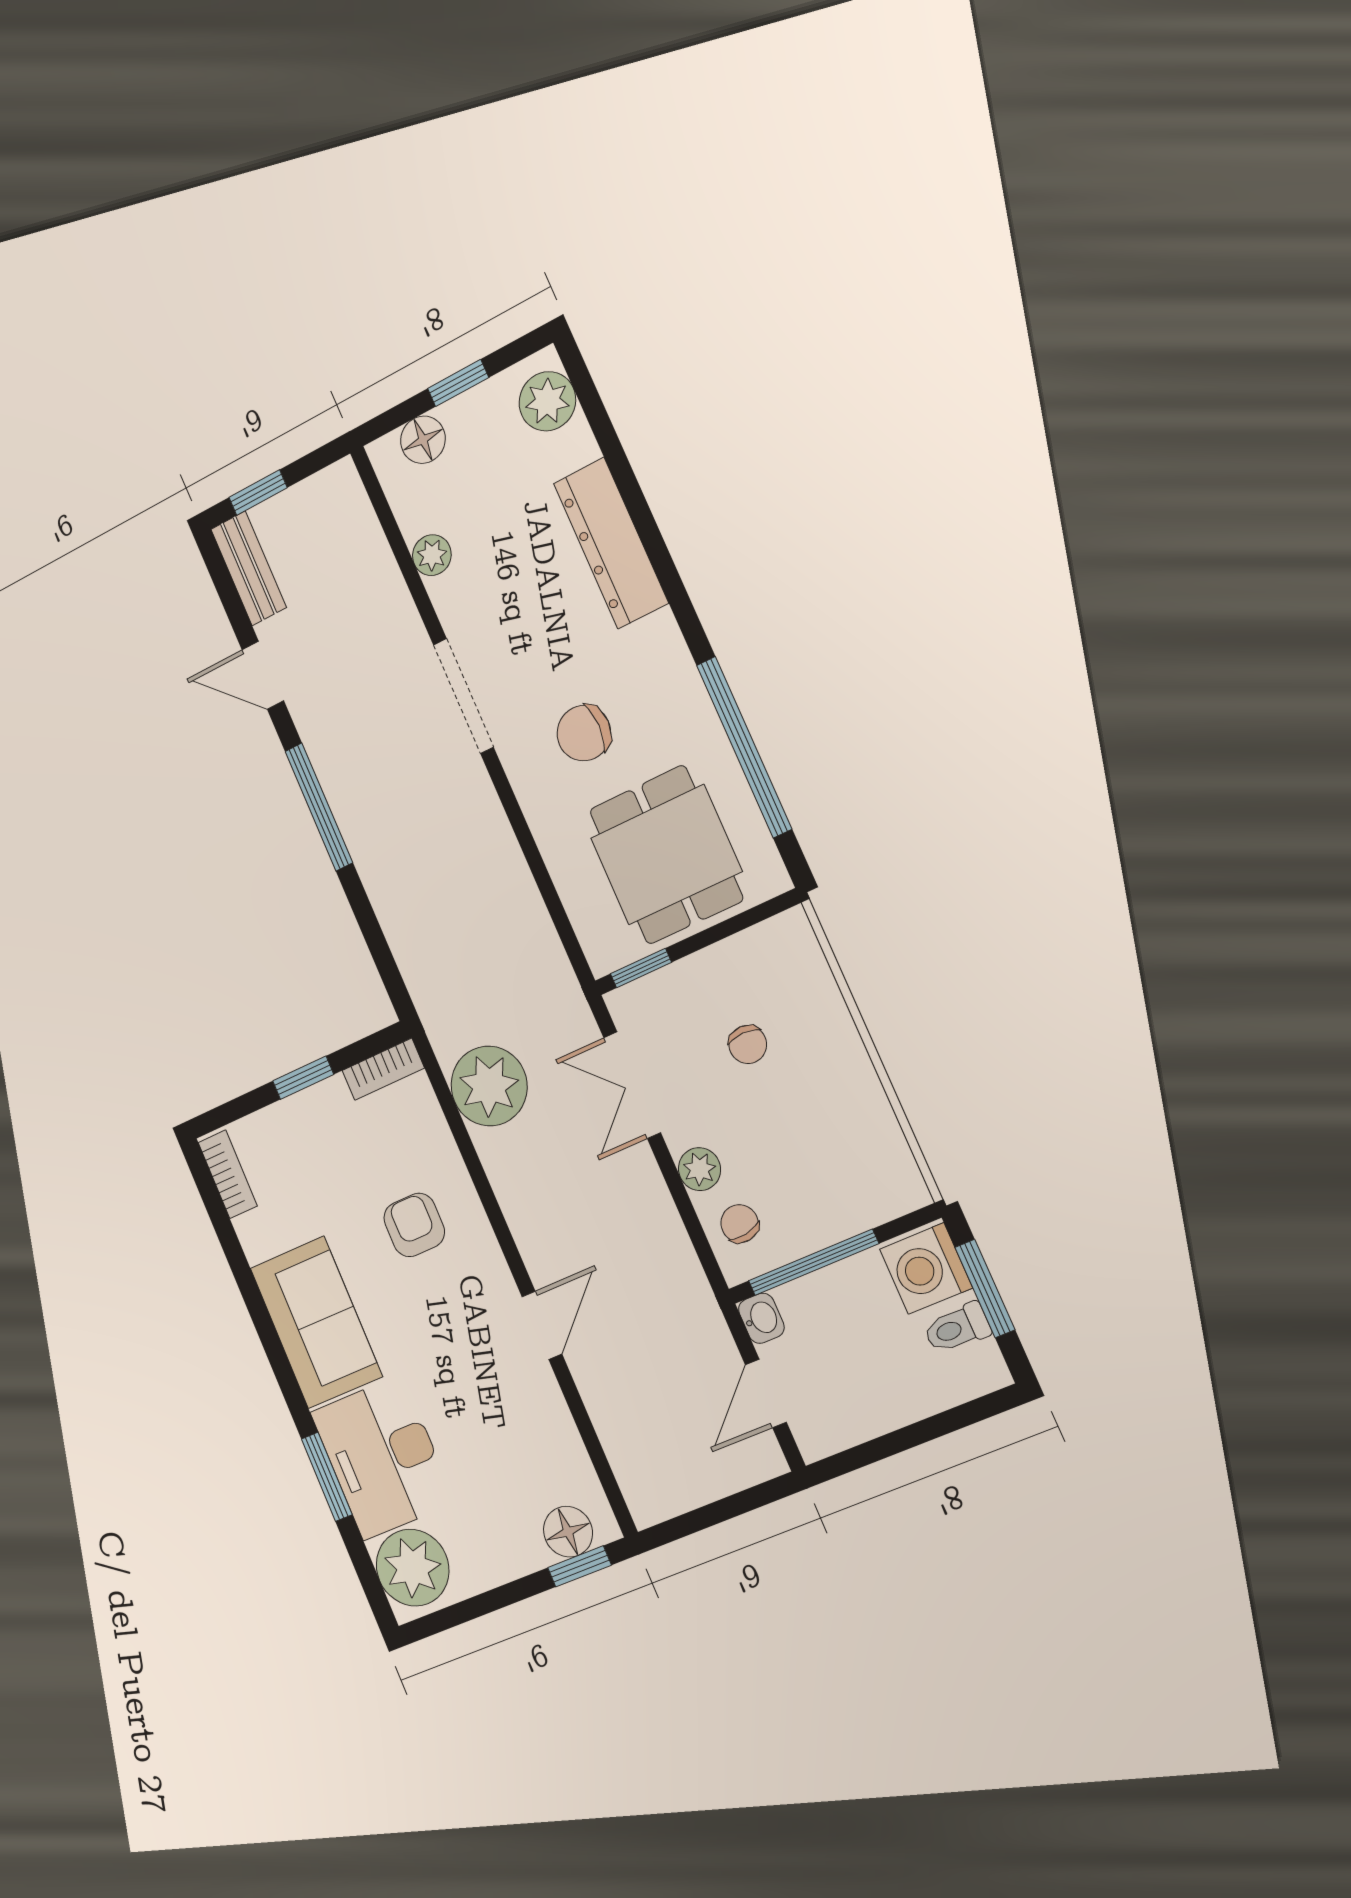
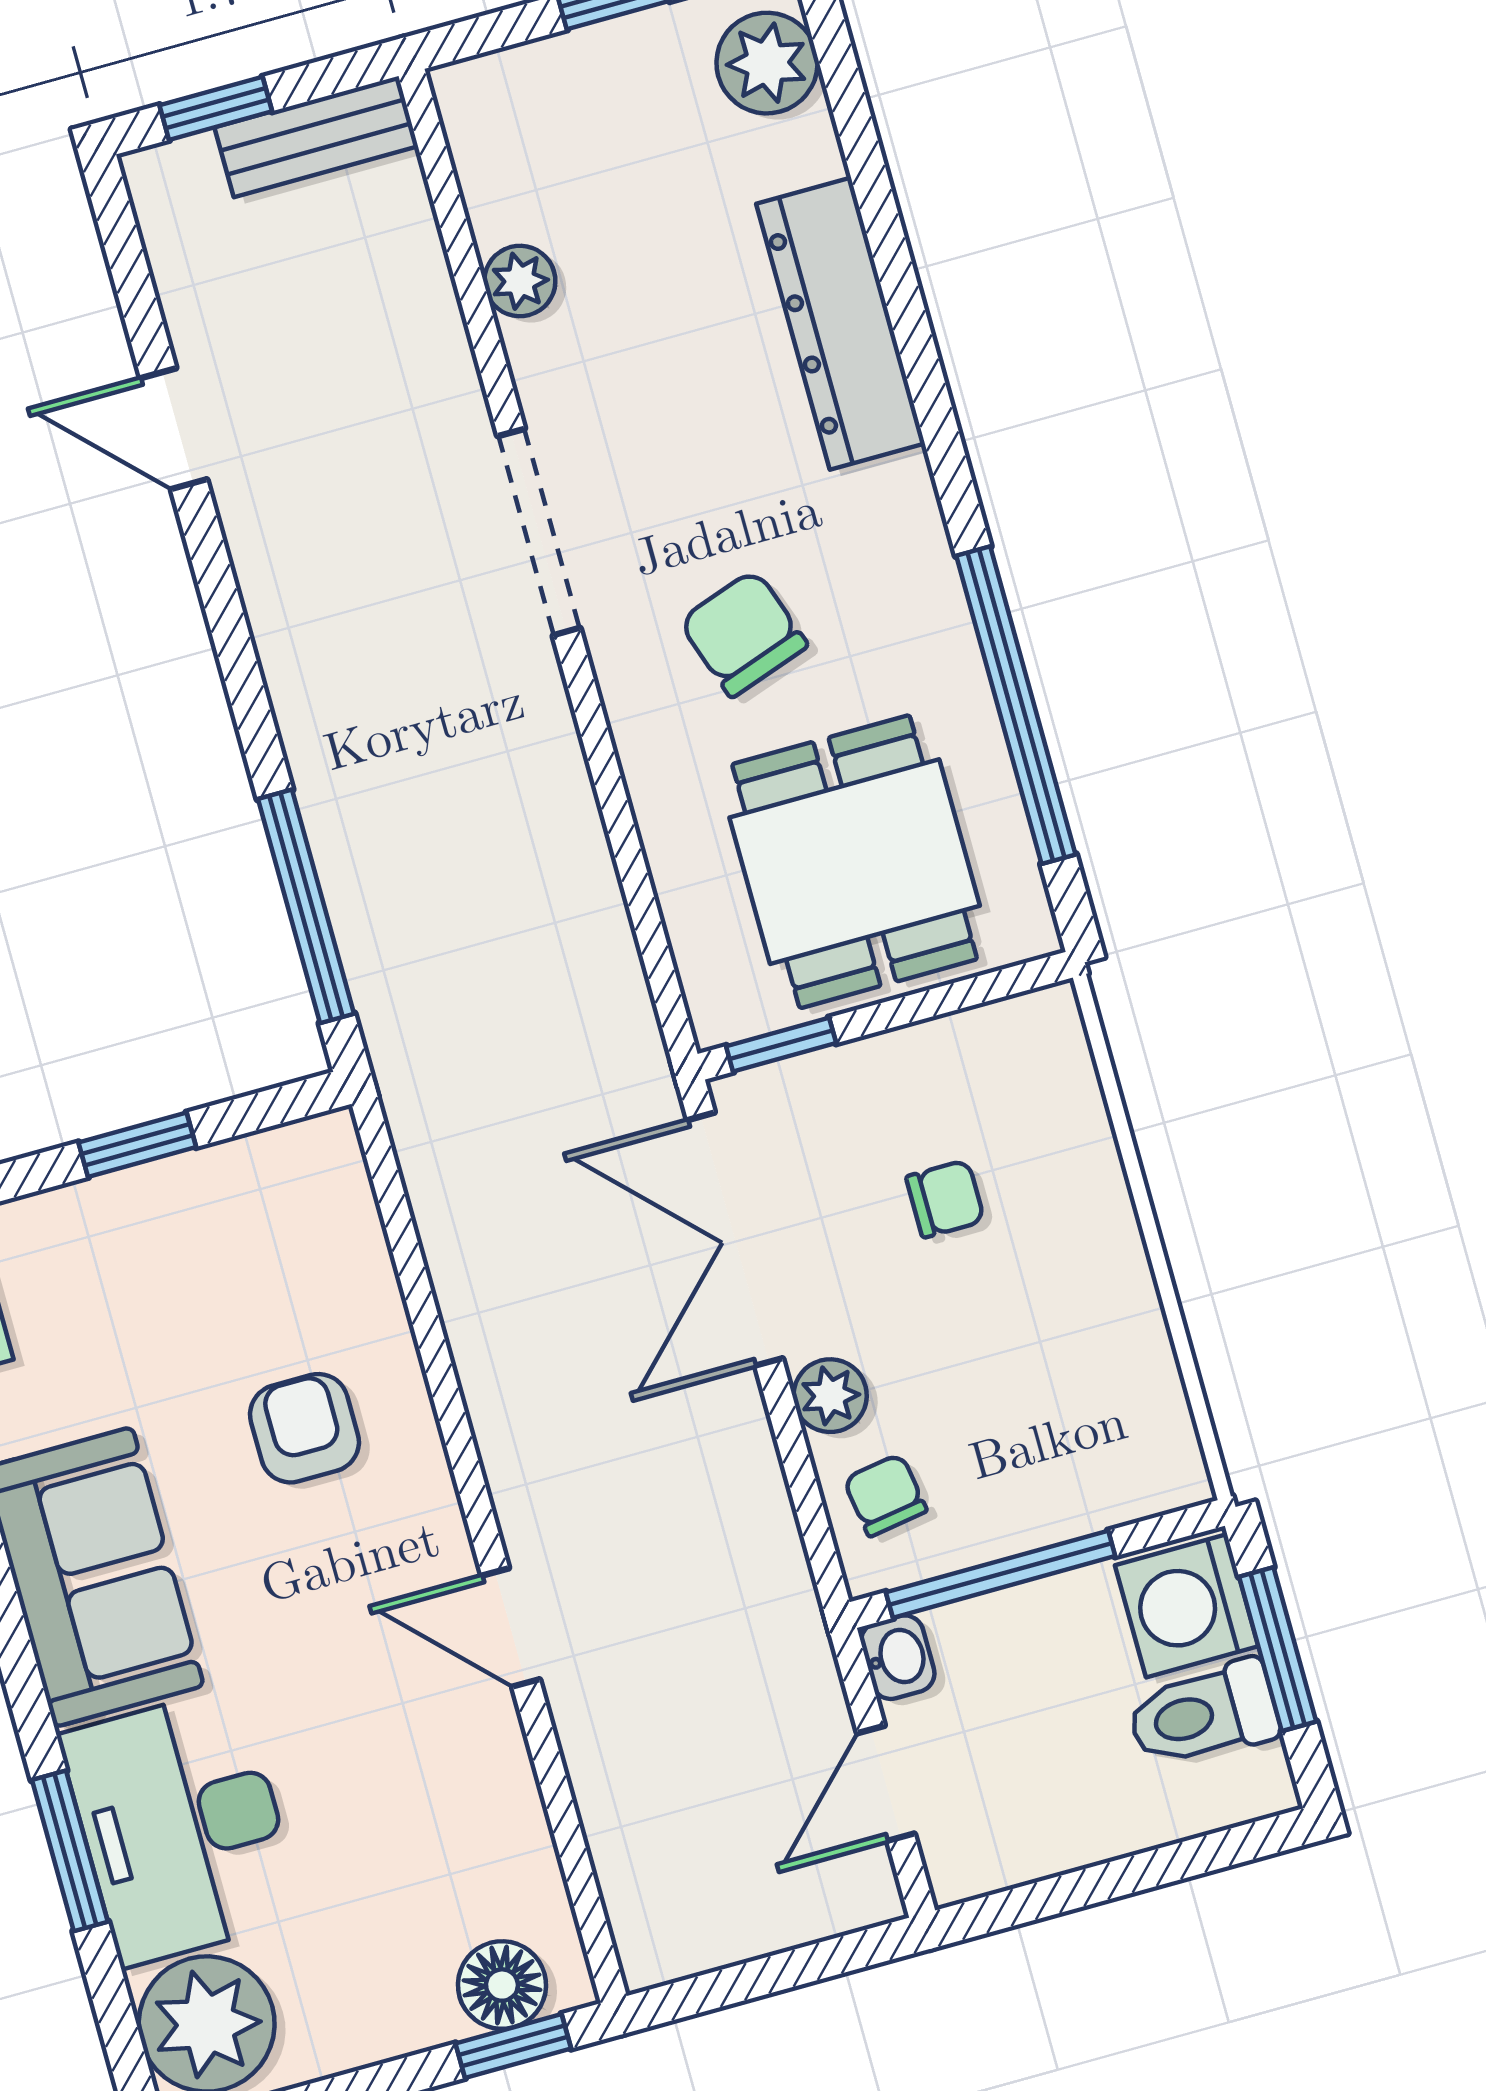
floor lamp: (423, 440) -> (535, 81), removed
bench: (249, 568) -> (316, 137), moved, turned 90
chair: (584, 733) -> (743, 633), turned 71
window: (319, 807) -> (306, 906), moved
chair: (748, 1044) -> (945, 1199), turned -90
bookcase: (383, 1069) -> (290, 1151), removed
double door: (632, 1085) -> (735, 1239), width x1.37
plant: (489, 1086) -> (480, 1206), removed
door: (542, 1325) -> (511, 1627), swing flipped
toilet: (957, 1328) -> (1203, 1714), width x1.37, depth x1.39

